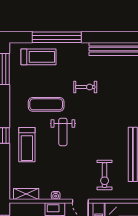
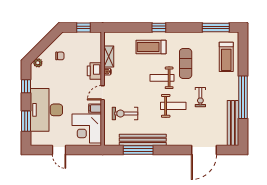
window: (57, 37) -> (243, 97), moved
weight bench: (96, 119) -> (173, 106), added
shelving: (26, 194) -> (109, 57), moved

